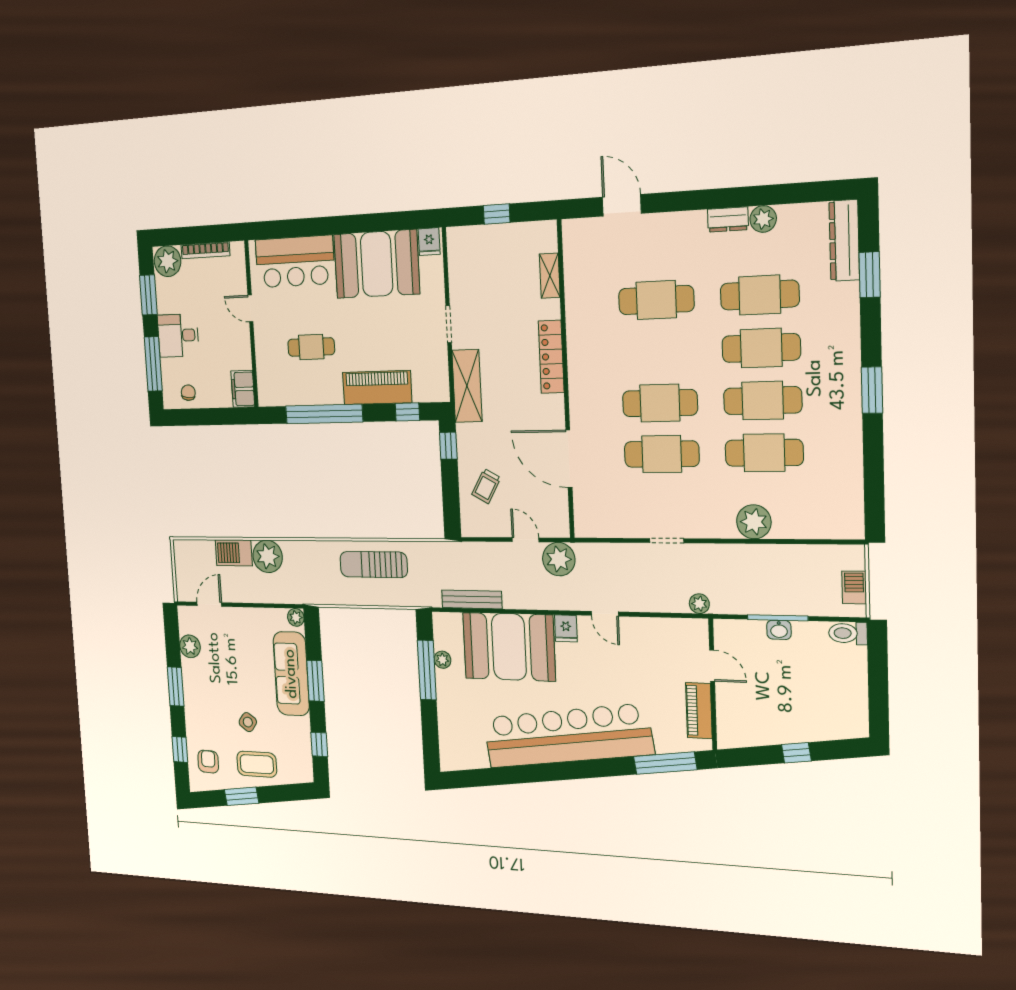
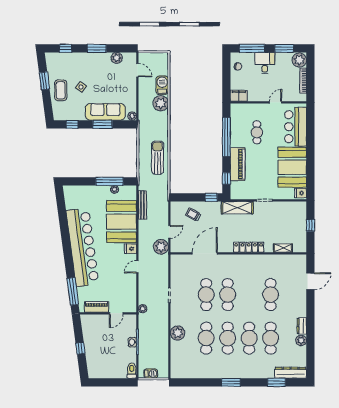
armchair: (208, 762) -> (60, 64), removed

